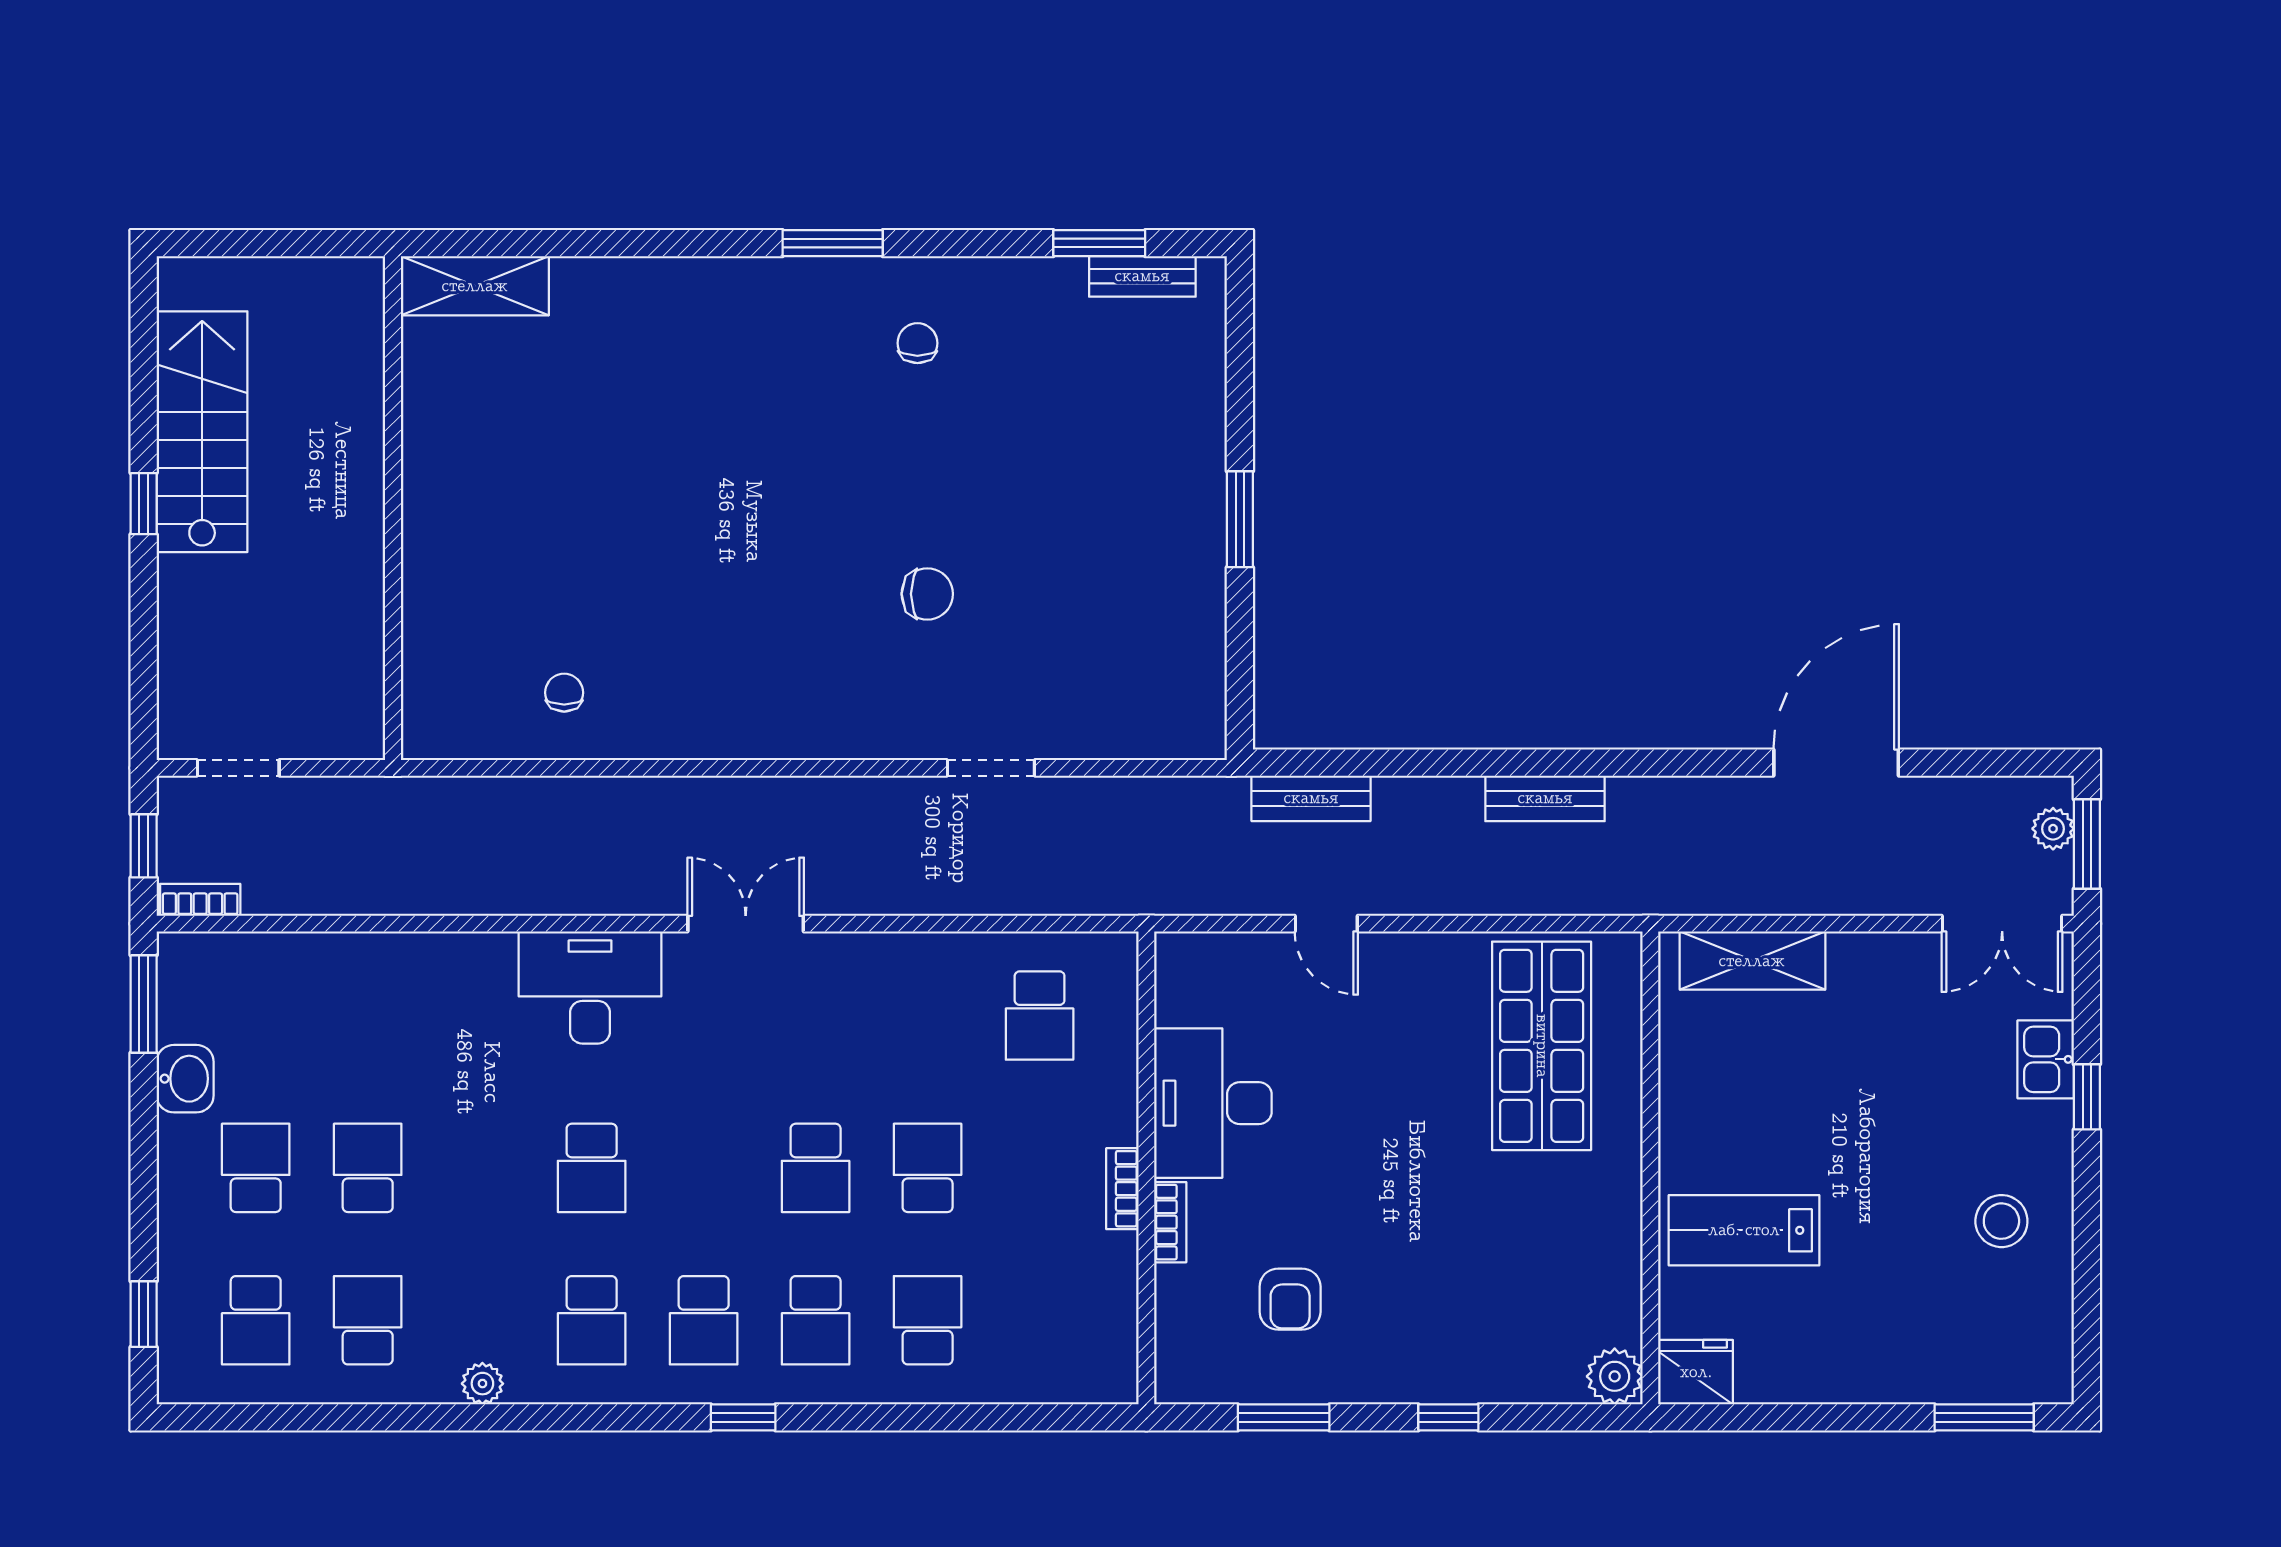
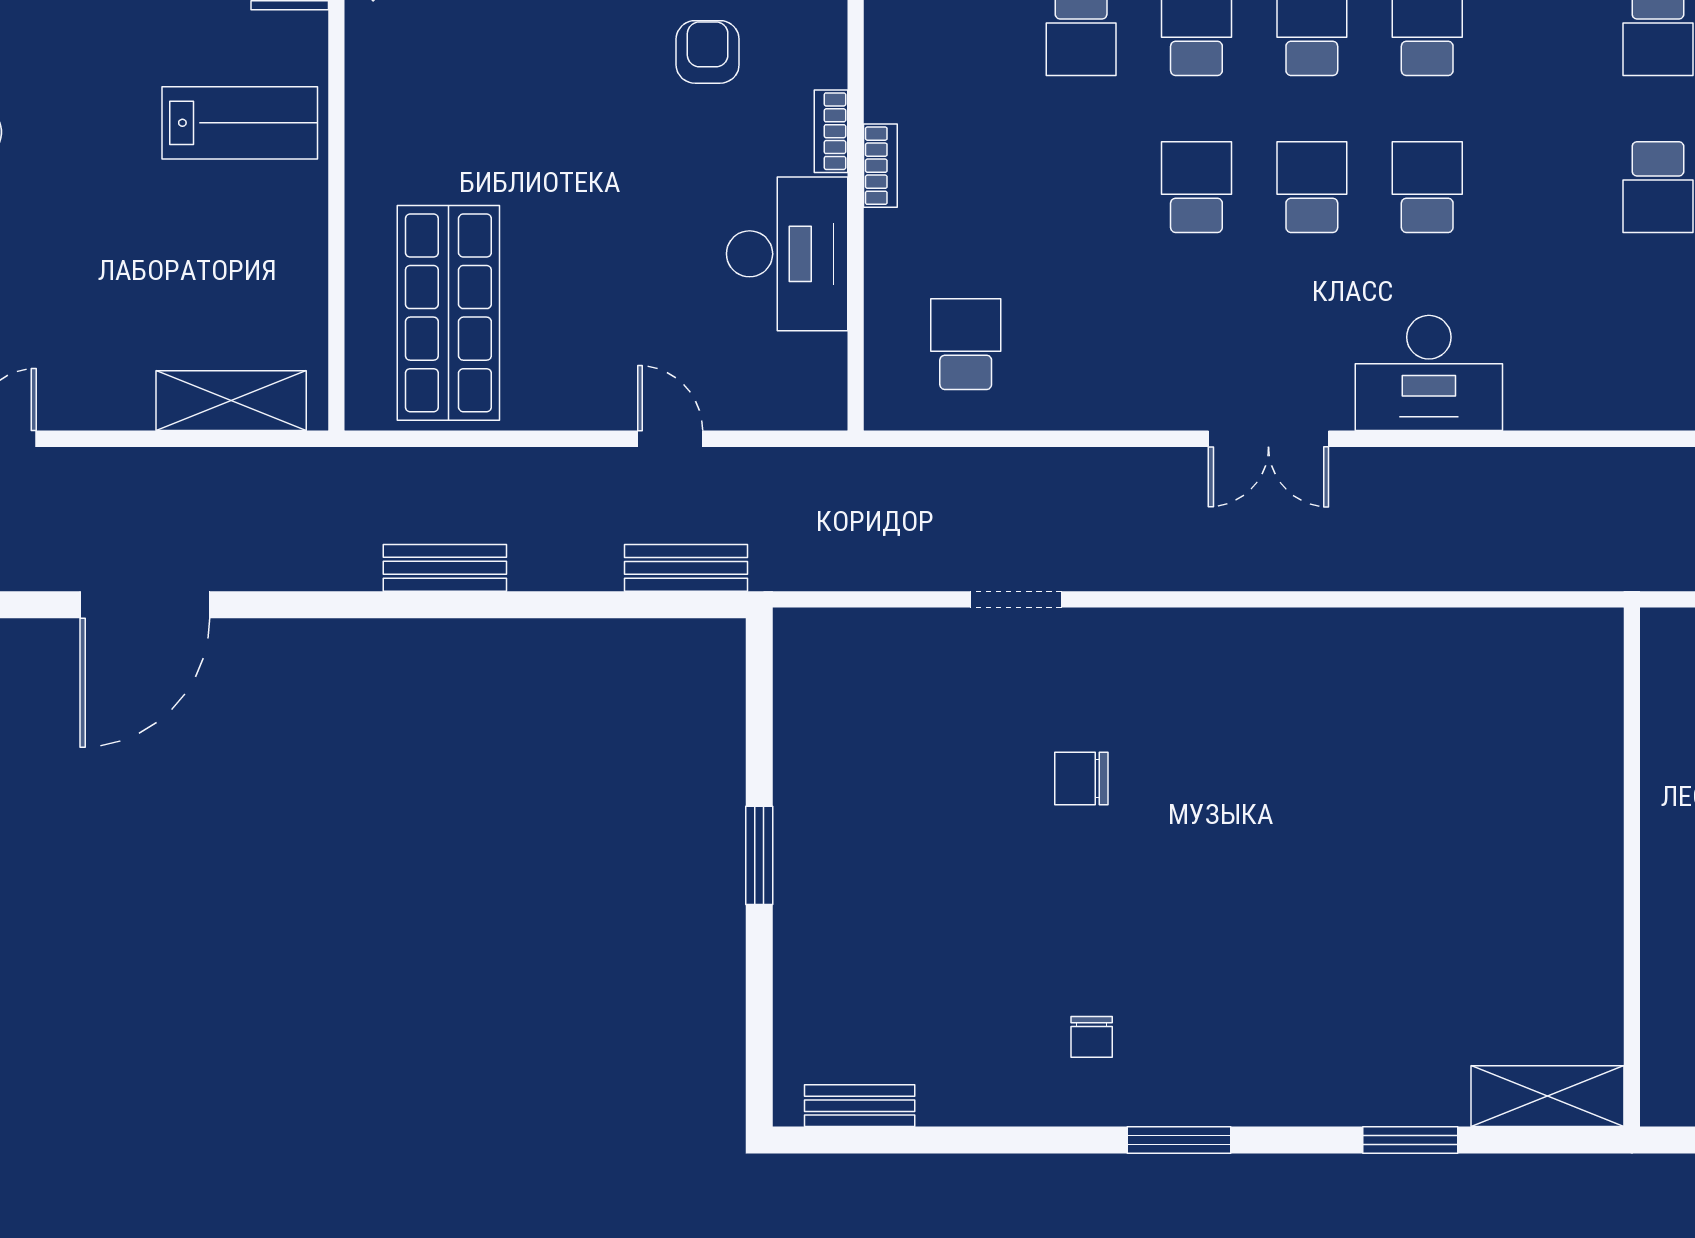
window: (1099, 243) -> (1410, 1140), moved
chair: (564, 693) -> (1456, 677), removed
school desk: (928, 1168) -> (1312, 187), moved, turned 180

